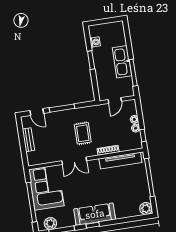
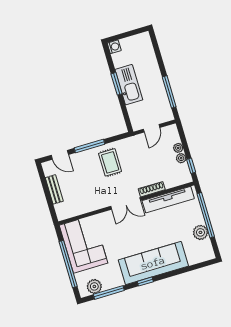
washing machine: (95, 42) -> (114, 47), moved
kitchen sink: (122, 62) -> (129, 85), moved, turned 180
rug: (83, 133) -> (110, 162), moved
double door: (74, 161) -> (126, 203), moved
plant: (146, 209) -> (200, 232), moved
sofa: (95, 214) -> (153, 263), width x1.36, depth x1.27

